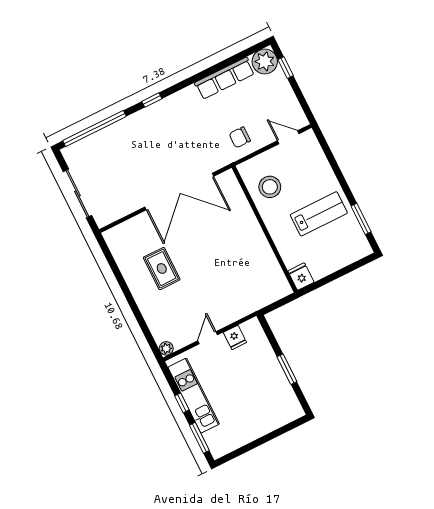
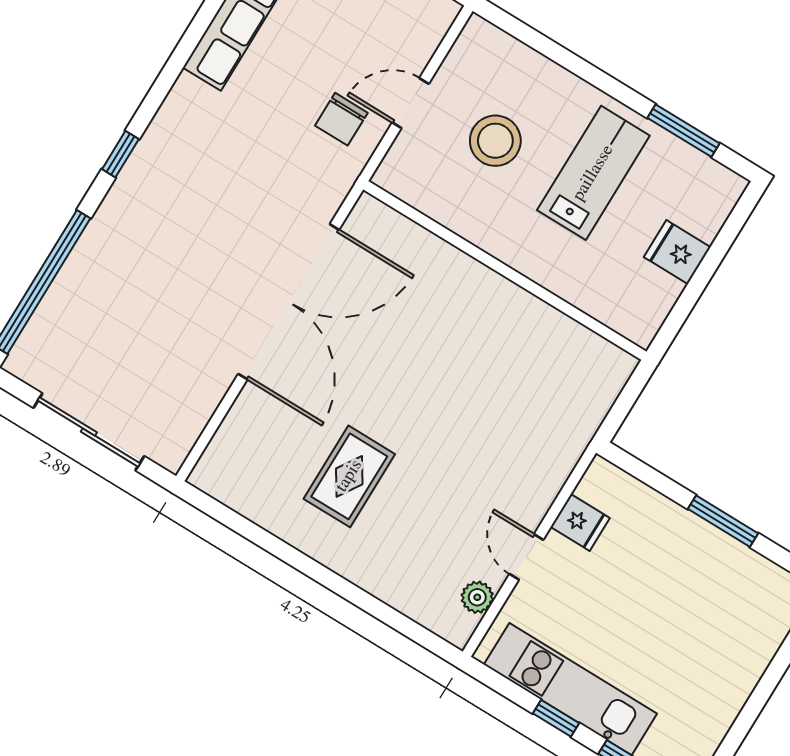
door: (288, 137) -> (410, 103), moved
stool: (270, 187) -> (495, 141), moved
rug: (162, 269) -> (349, 476), turned 90
fridge: (301, 277) -> (677, 252), moved
plant: (166, 348) -> (477, 597), moved

